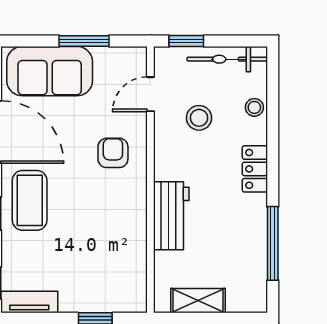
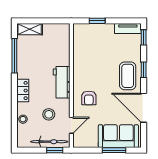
window: (84, 41) -> (114, 150), moved
bicycle: (227, 59) -> (49, 142), moved
workbench: (171, 216) -> (62, 82), moved
shelving: (198, 301) -> (30, 29), moved

